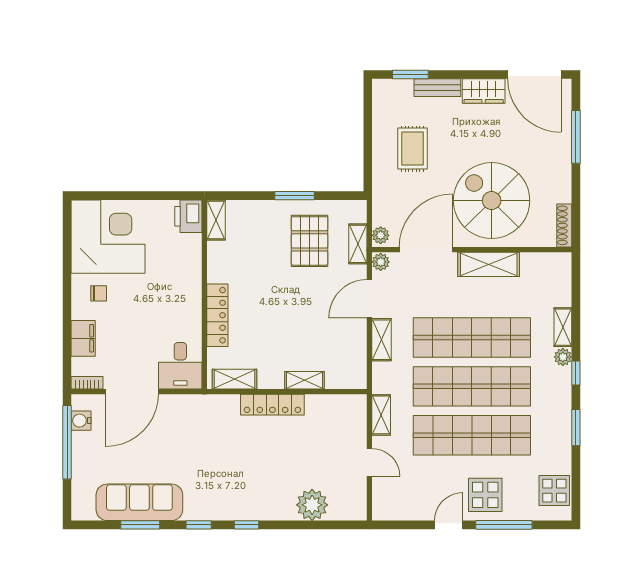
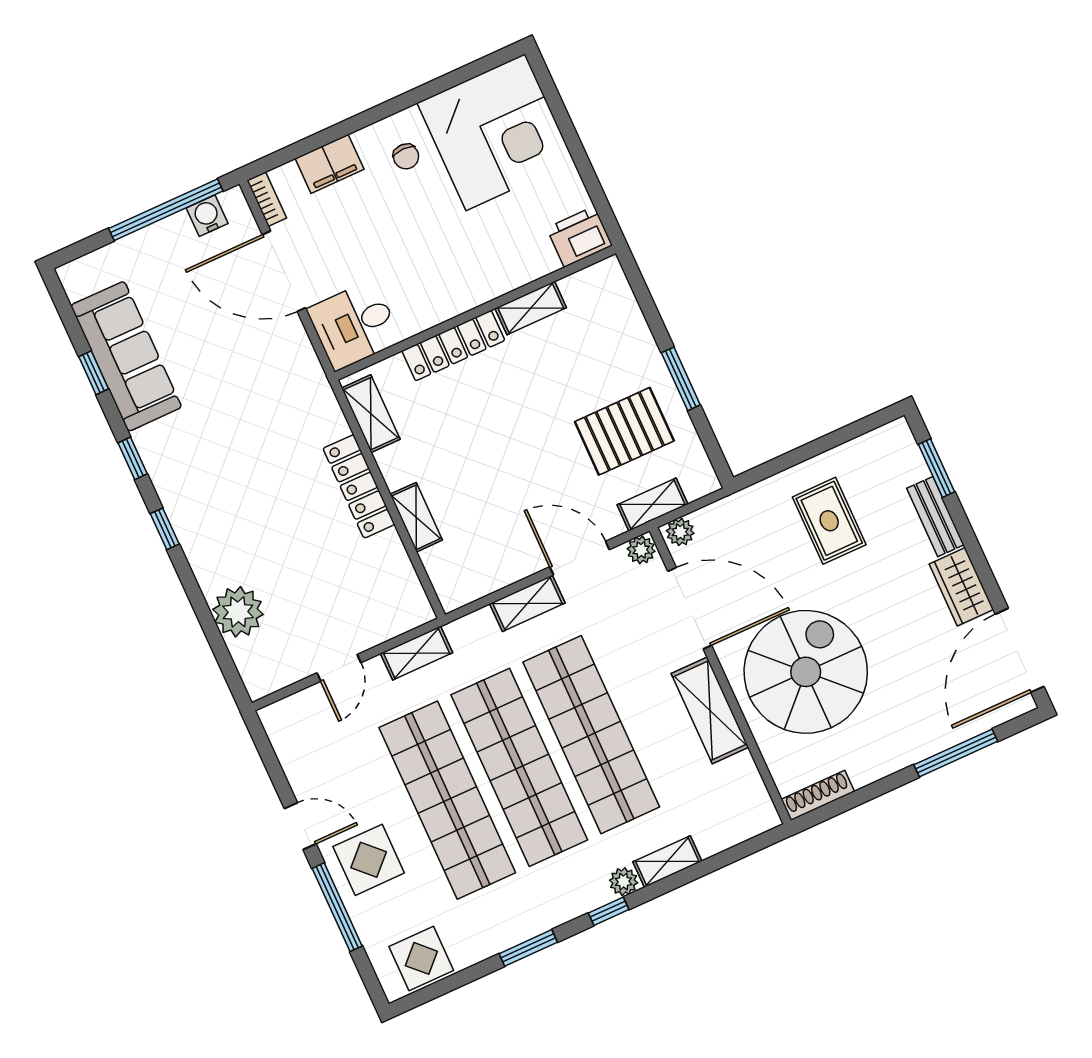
rug: (412, 149) -> (829, 521), turned 90
shelving: (216, 220) -> (531, 308), moved
window: (140, 525) -> (94, 373), width x0.67

